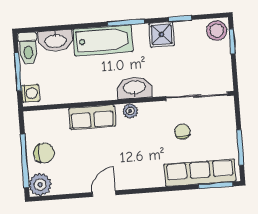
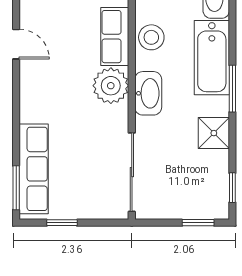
window: (180, 18) -> (232, 188), moved
stool: (217, 30) -> (151, 37), moved
plant: (130, 111) -> (111, 86), width x1.88, depth x1.88
chair: (182, 132) -> (88, 150), removed
window: (240, 147) -> (62, 223), width x0.67

